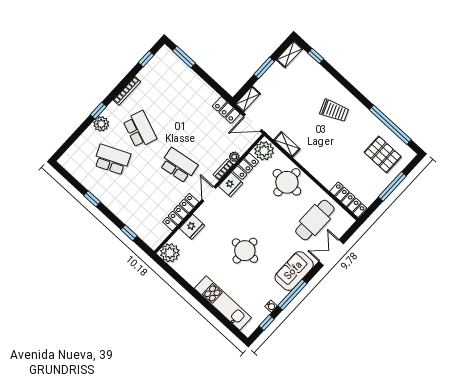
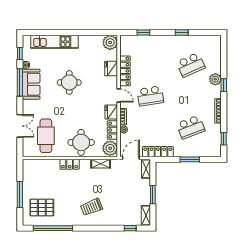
window: (184, 57) -> (190, 159), moved
locker: (226, 110) -> (158, 152), width x1.53
school desk: (140, 130) -> (191, 127), moved, turned -42
locker: (348, 200) -> (70, 164), moved, width x0.66
sofa: (294, 271) -> (31, 84), moved

